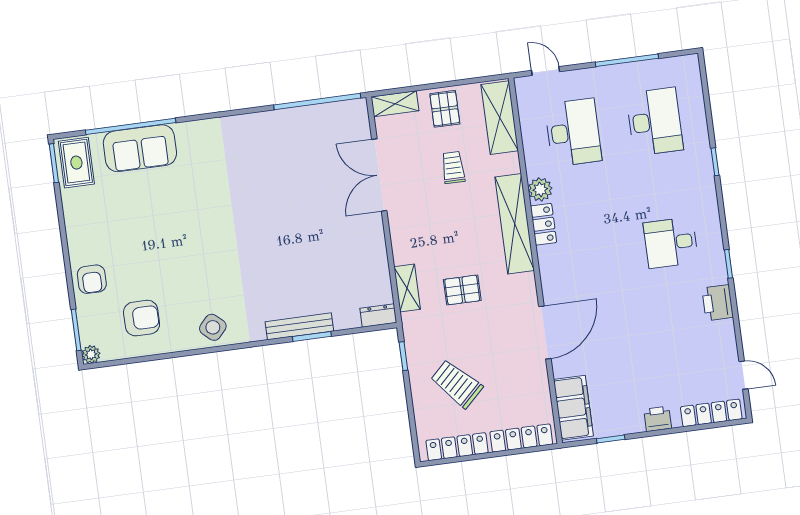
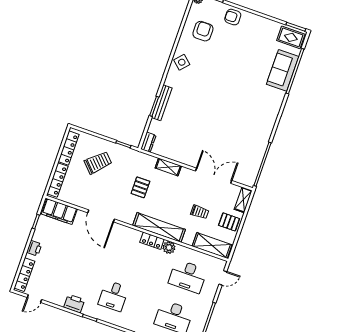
desk: (671, 243) -> (113, 296), turned 180
shelving: (407, 288) -> (168, 167), moved
armchair: (142, 318) -> (203, 31), turned 180

